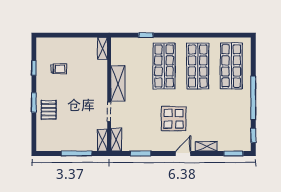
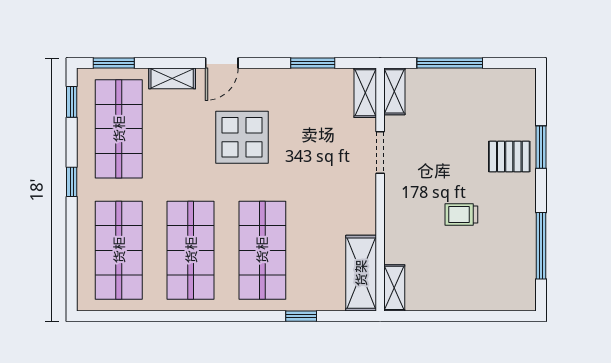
window: (34, 68) -> (541, 246), width x2.17
trolley: (59, 69) -> (461, 215), moved
shelving: (118, 83) -> (361, 273), moved
window: (253, 98) -> (72, 182), width x0.32
window: (34, 102) -> (541, 147), moved
pallet: (49, 110) -> (509, 157), turned 90
shop shelf: (231, 123) -> (119, 129), added

